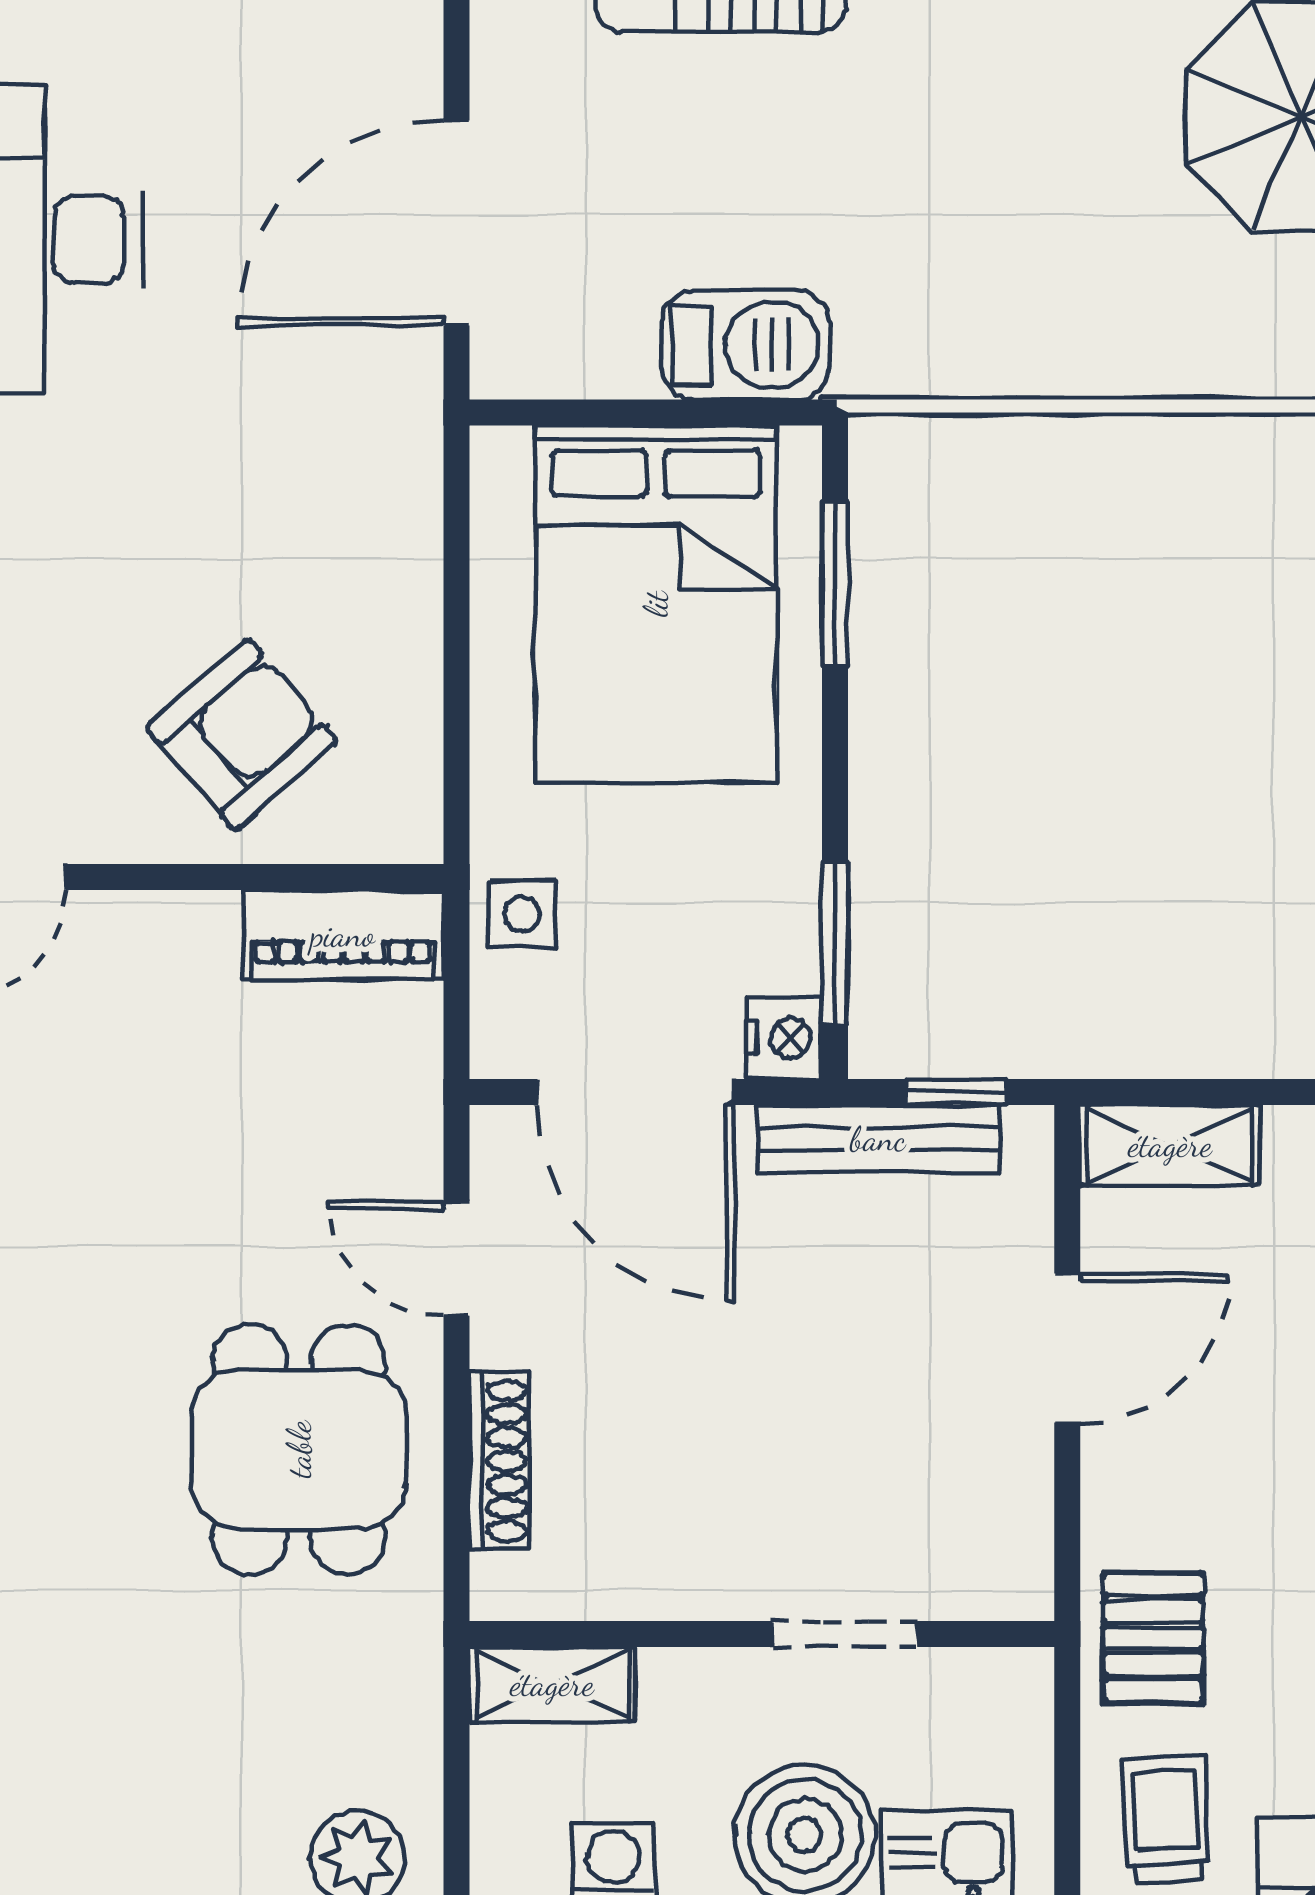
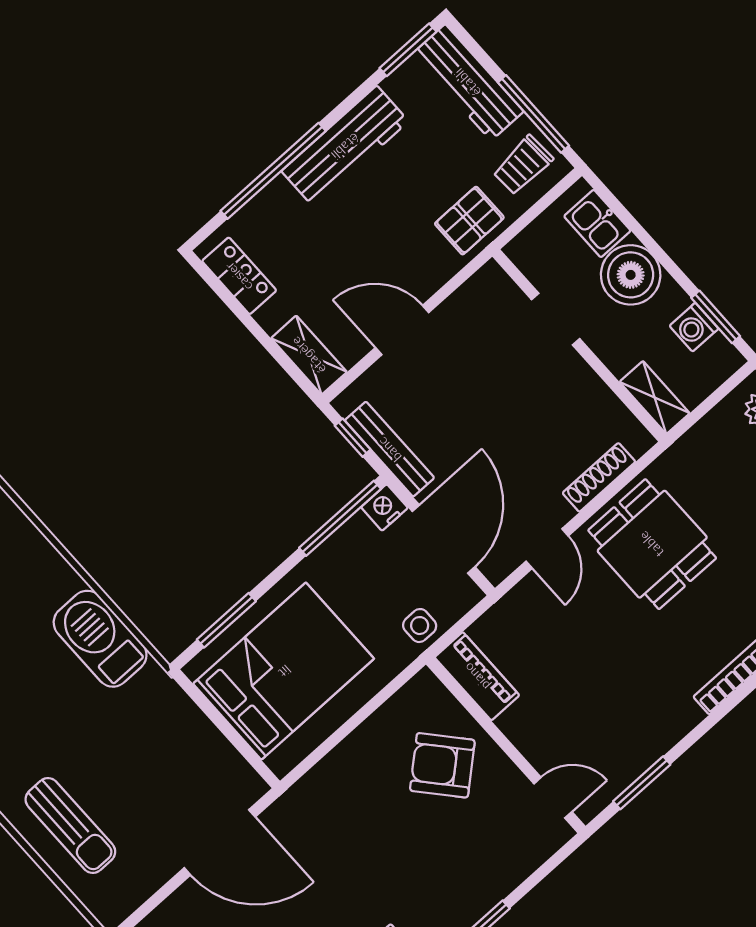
barbecue: (745, 345) -> (100, 639), moved, width x1.37, depth x1.21
window: (835, 943) -> (340, 518), width x1.44
dining table: (299, 1449) -> (652, 544), turned 90

